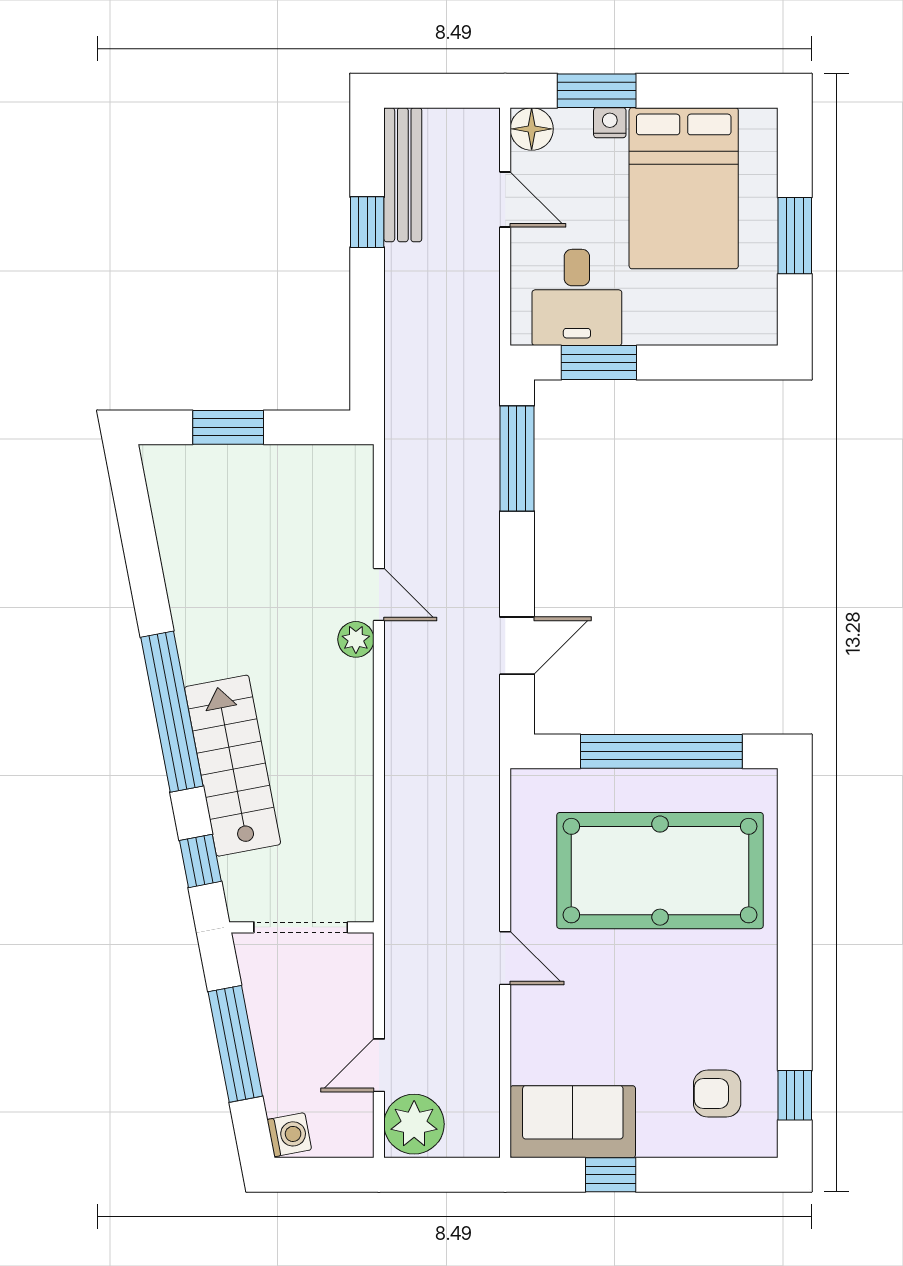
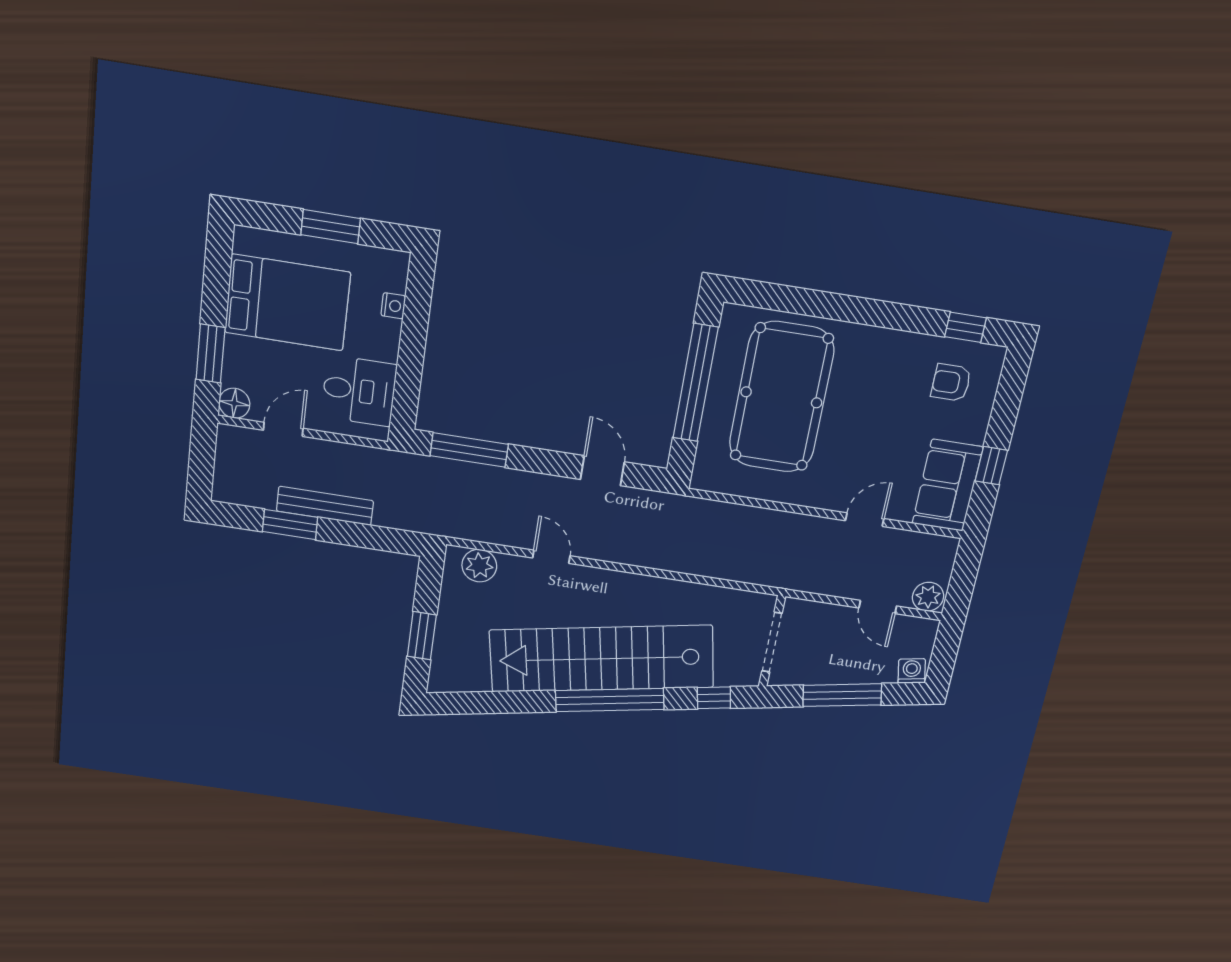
nightstand: (610, 123) -> (393, 306), moved, turned 180
bench: (403, 175) -> (325, 506), moved
window: (367, 222) -> (290, 524), width x1.50
window: (599, 363) -> (408, 383), removed
door: (379, 594) -> (551, 557), hinge flipped
plant: (356, 639) -> (479, 566), moved, width x1.38, depth x1.38
stairs: (233, 766) -> (602, 659), width x1.86, depth x1.51
door: (505, 958) -> (865, 520), moved
armchair: (717, 1093) -> (951, 383), turned 90
plant: (414, 1124) -> (928, 597), width x0.73, depth x0.73

